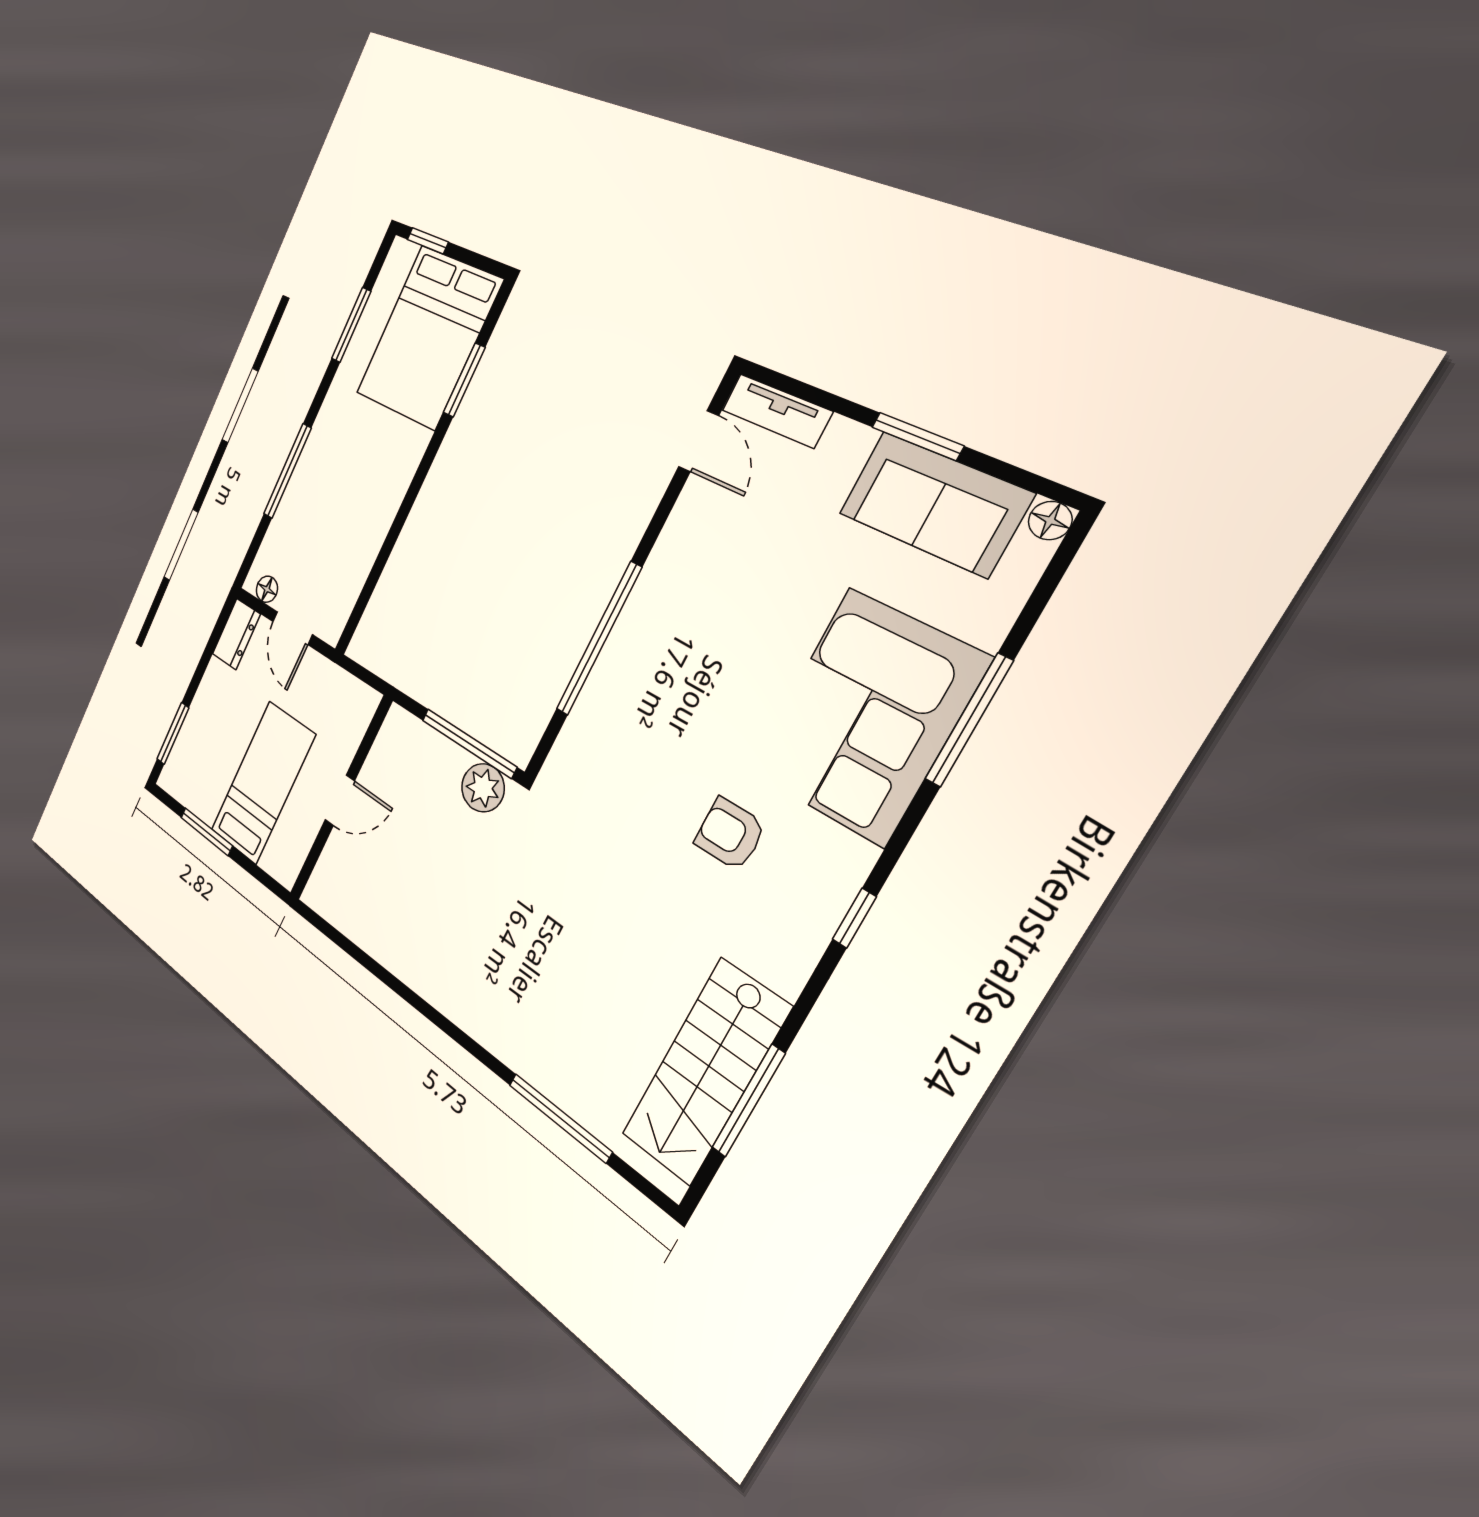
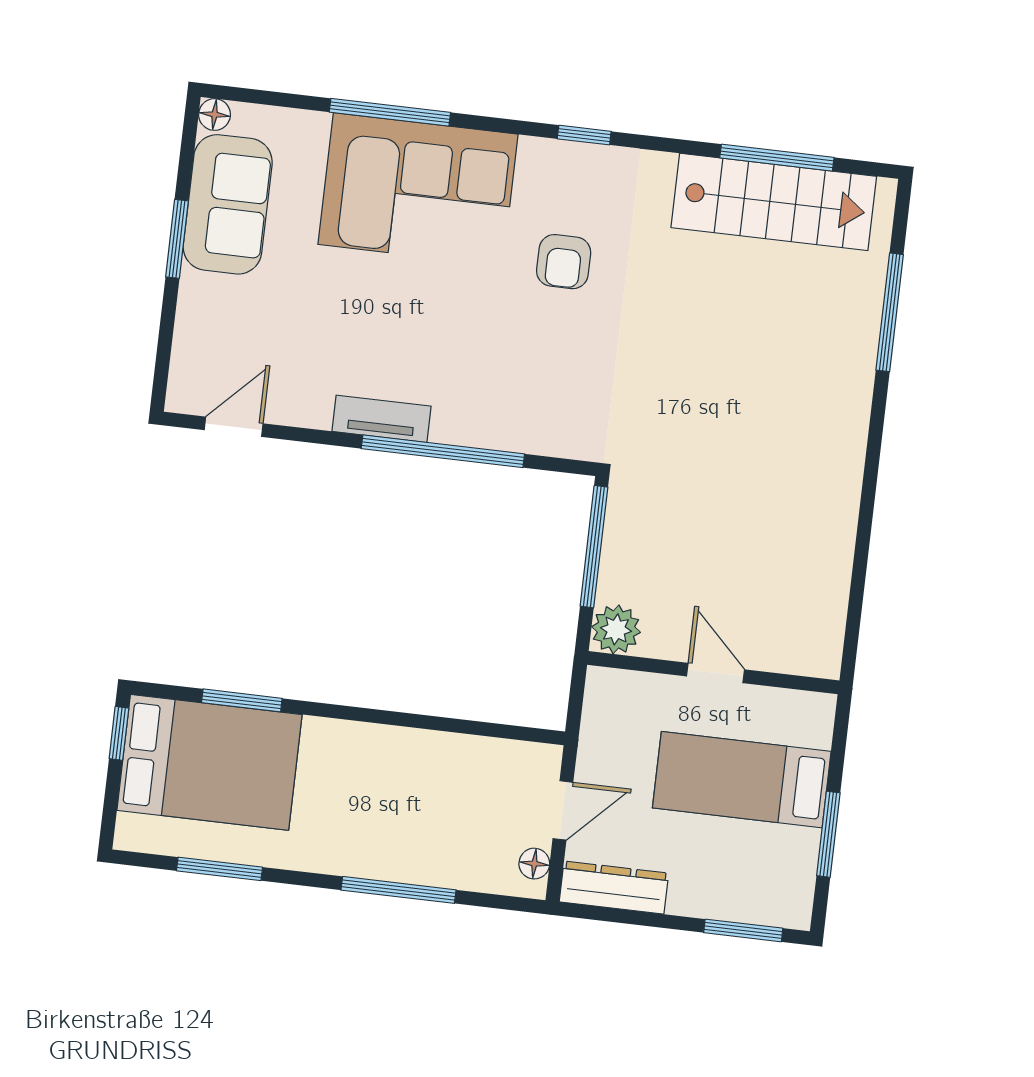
window: (428, 241) -> (119, 733), moved
tv unit: (777, 411) -> (381, 419), moved, turned -90
dresser: (236, 634) -> (614, 888), width x1.44
plant: (483, 788) -> (616, 629), moved

